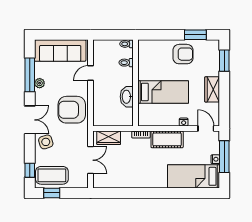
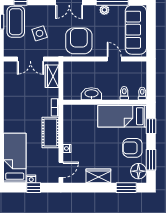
window: (161, 35) -> (151, 126), added
floor lamp: (207, 48) -> (138, 171), added
armchair: (183, 54) -> (132, 148), turned 90
bed: (163, 92) -> (122, 116), moved, turned 90
side table: (46, 142) -> (40, 33), moved
window: (224, 157) -> (34, 188), width x0.46

